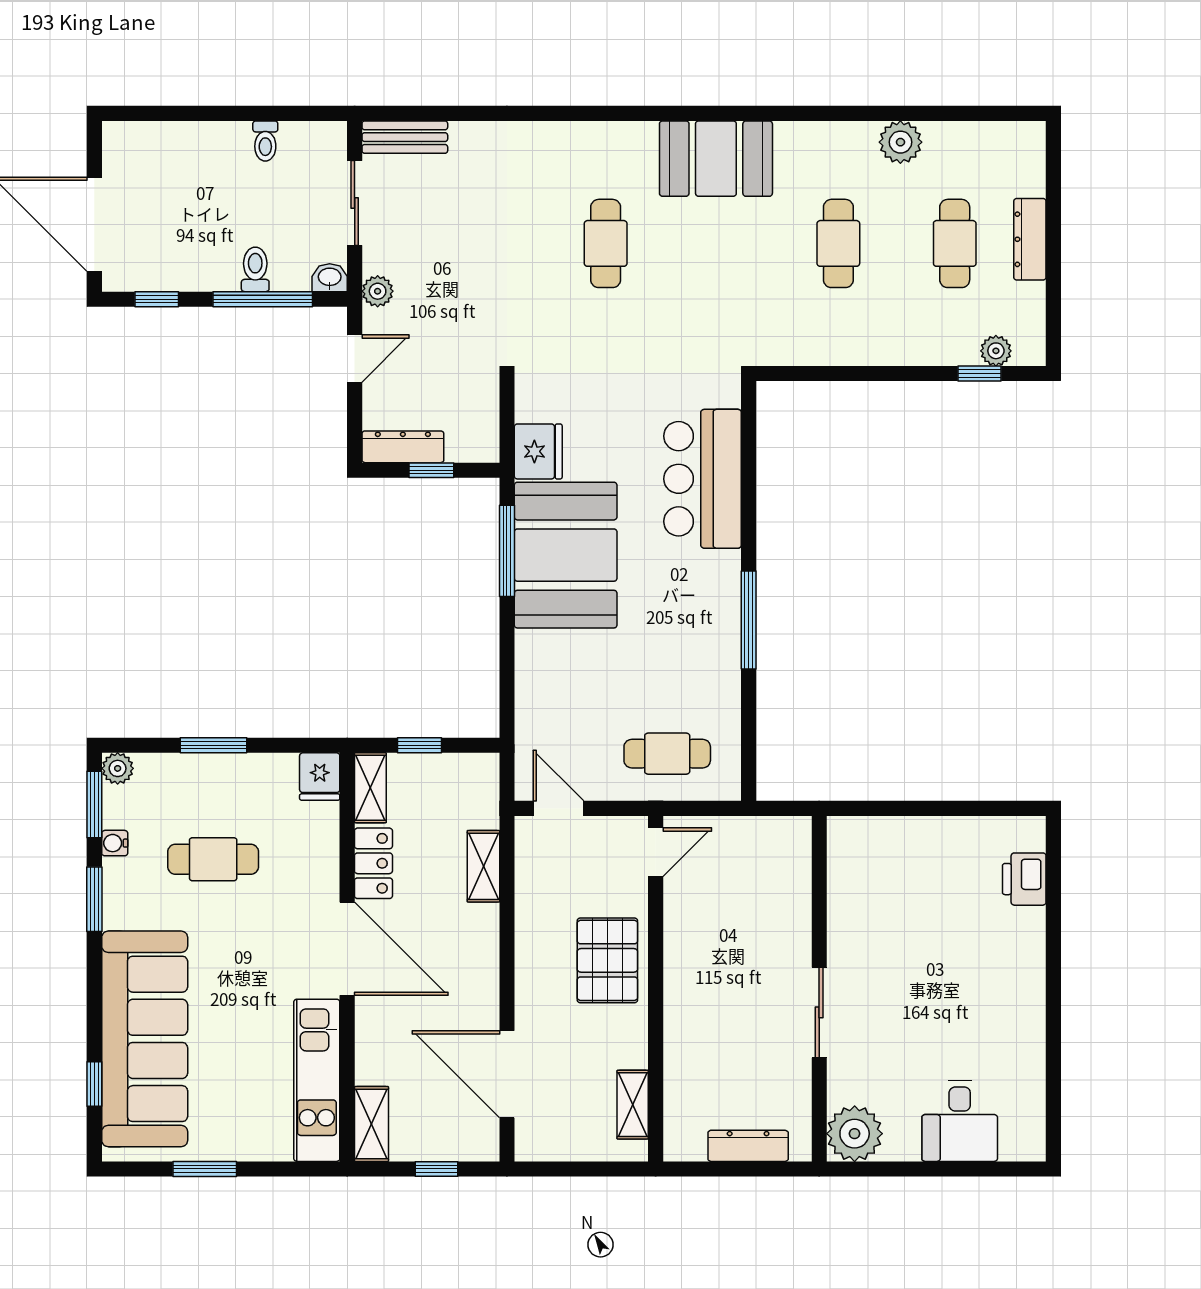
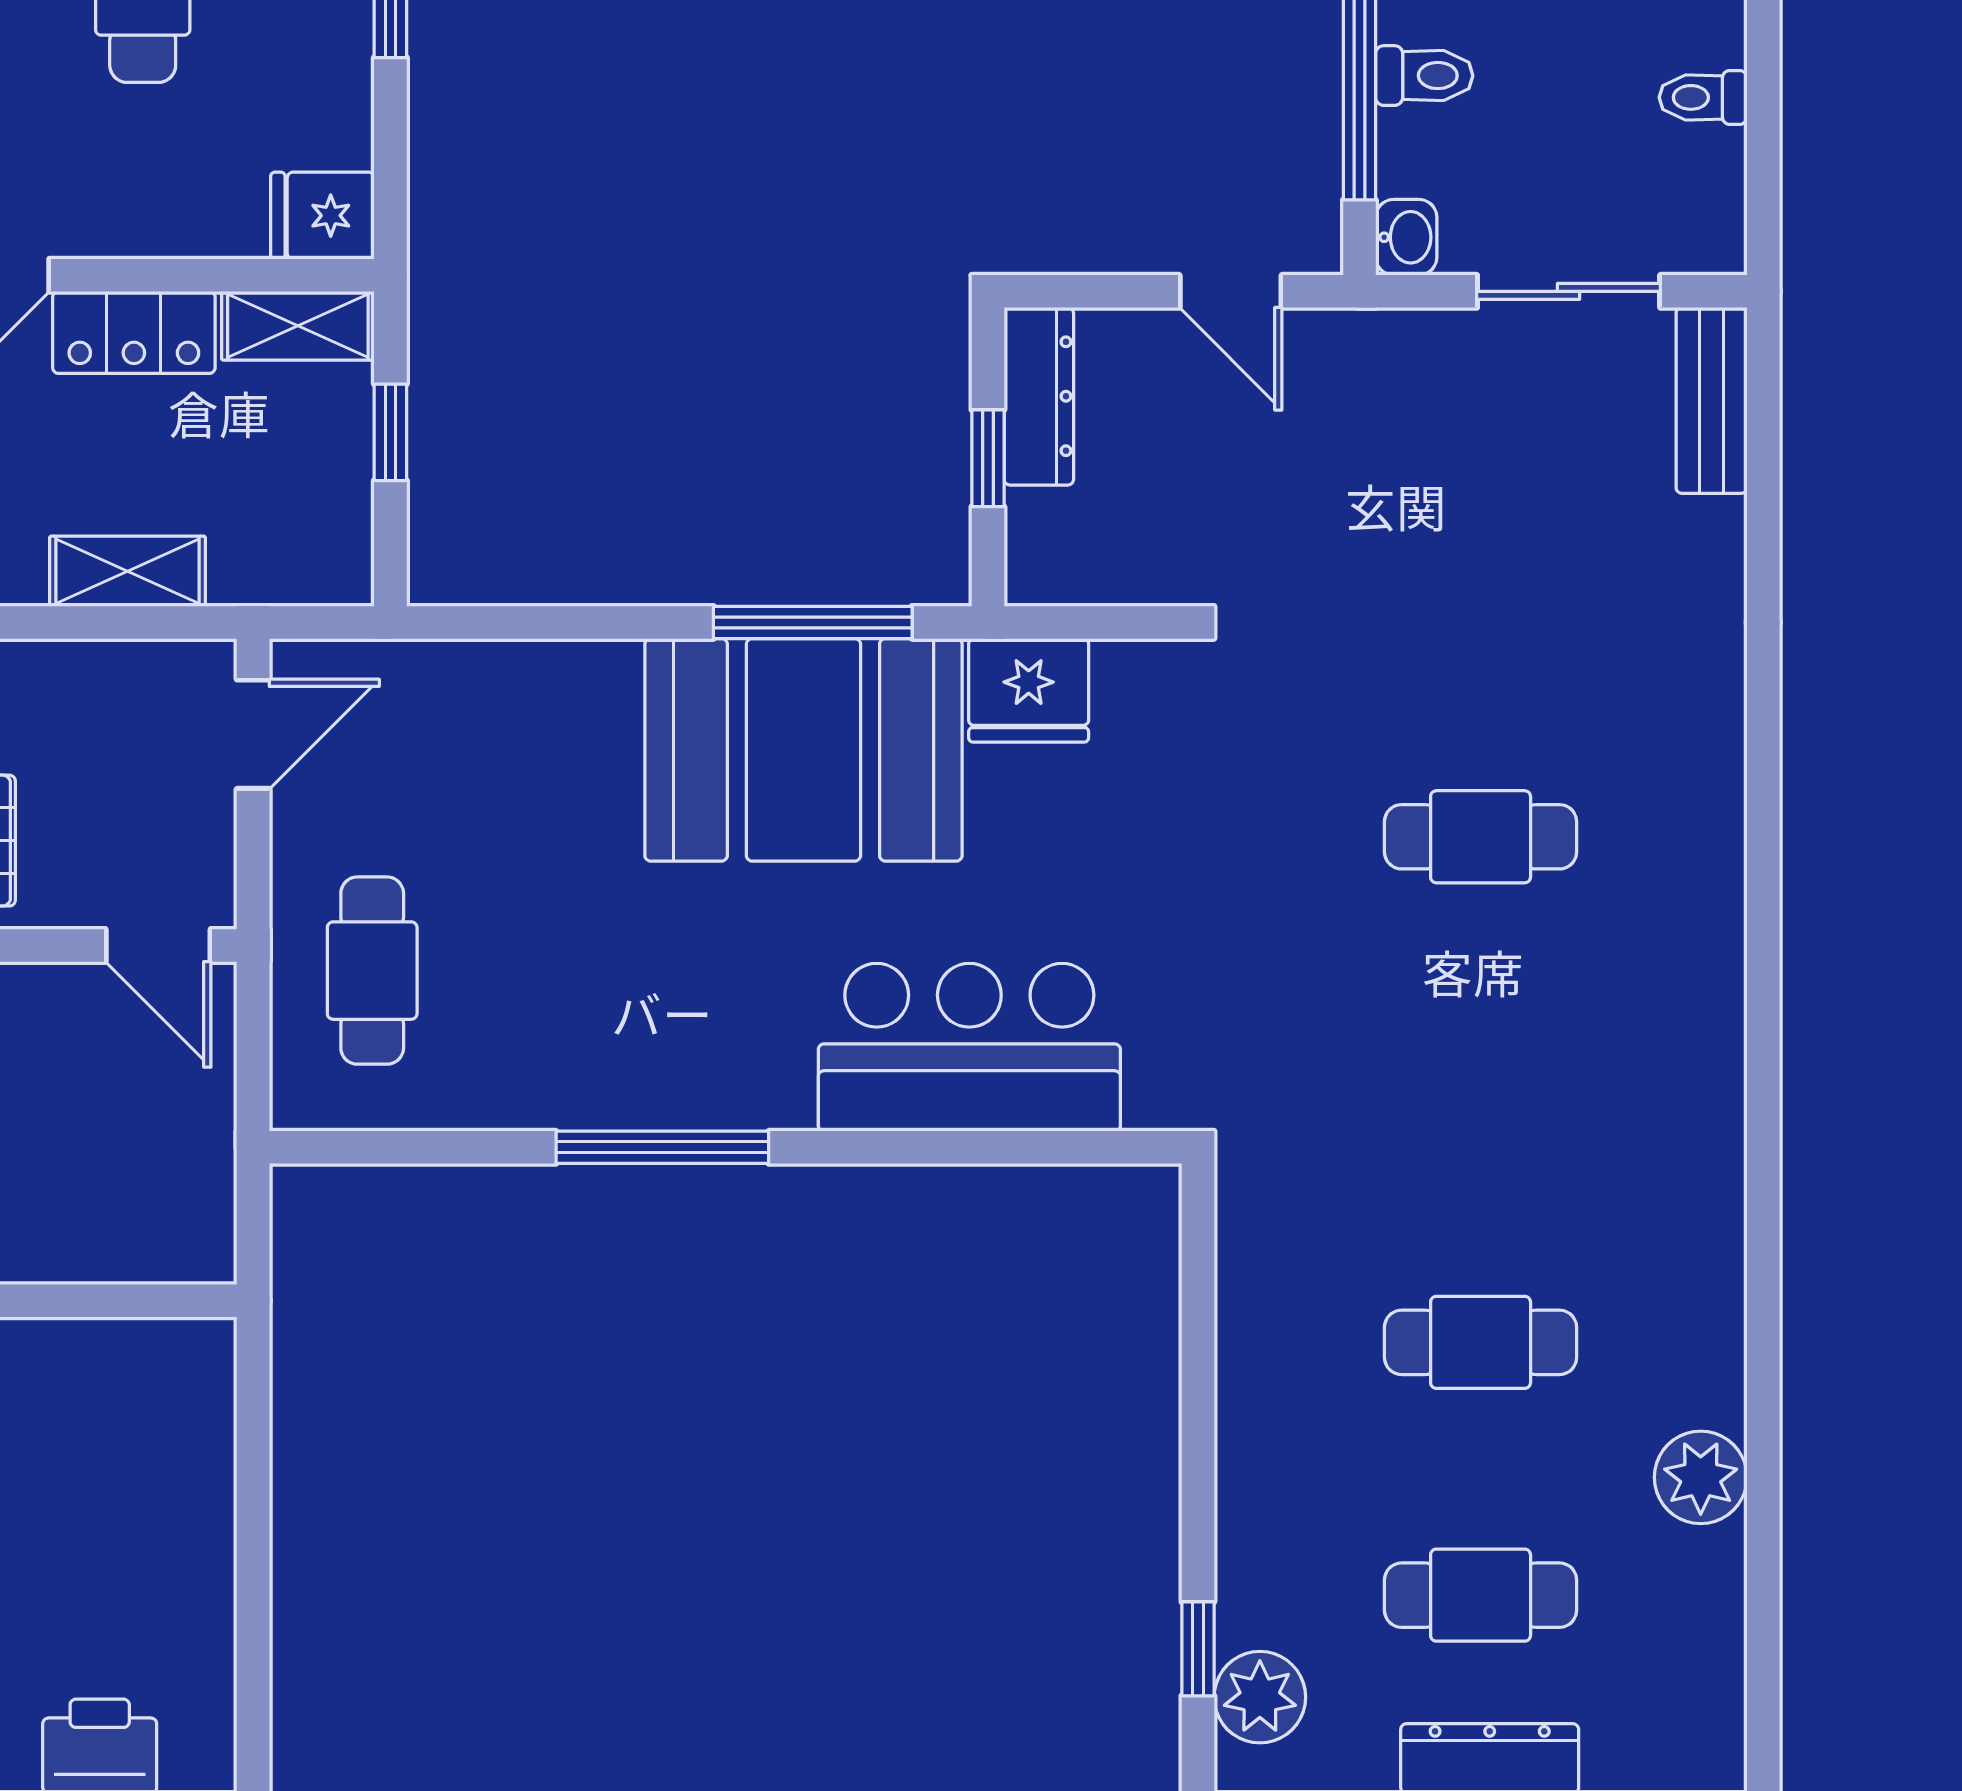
booth: (716, 159) -> (1665, 1076), removed
plant: (378, 291) -> (1377, 341), removed
plant: (996, 351) -> (1260, 1697), width x1.38, depth x1.38

